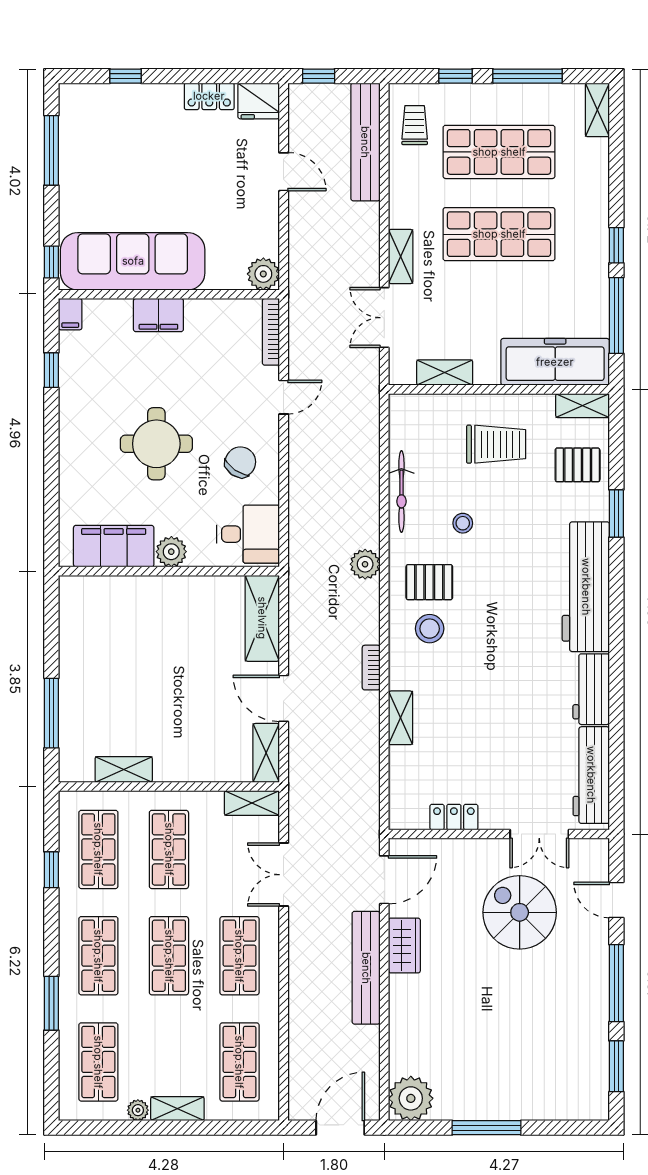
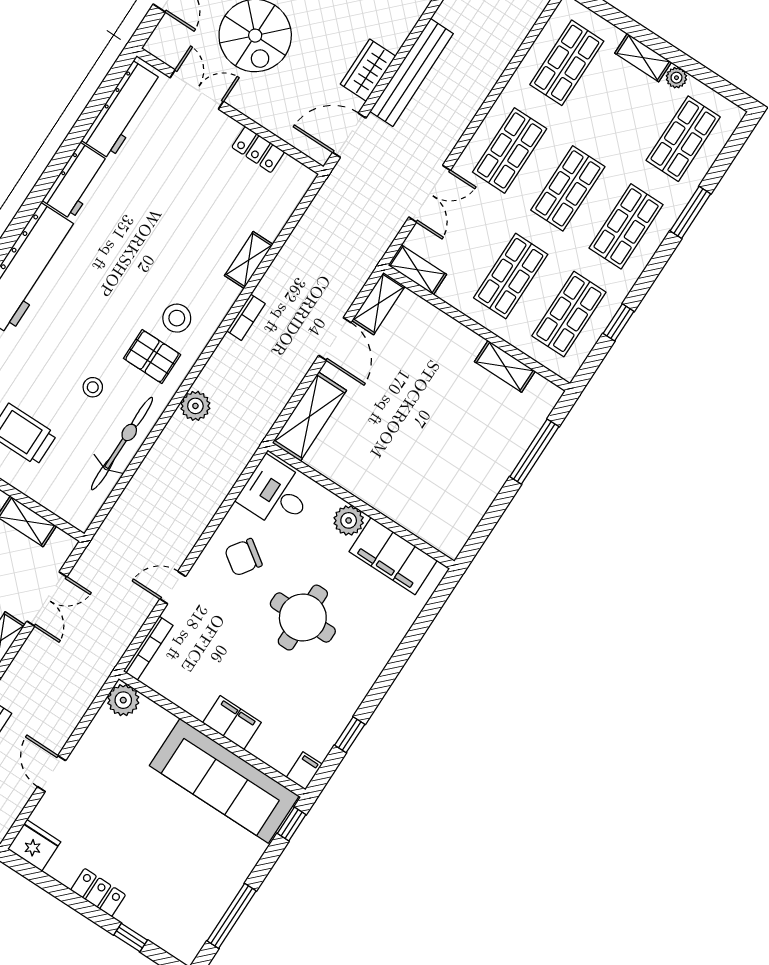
locker: (209, 96) -> (98, 892), moved
bicycle: (401, 492) -> (122, 444), width x1.37, depth x1.40

